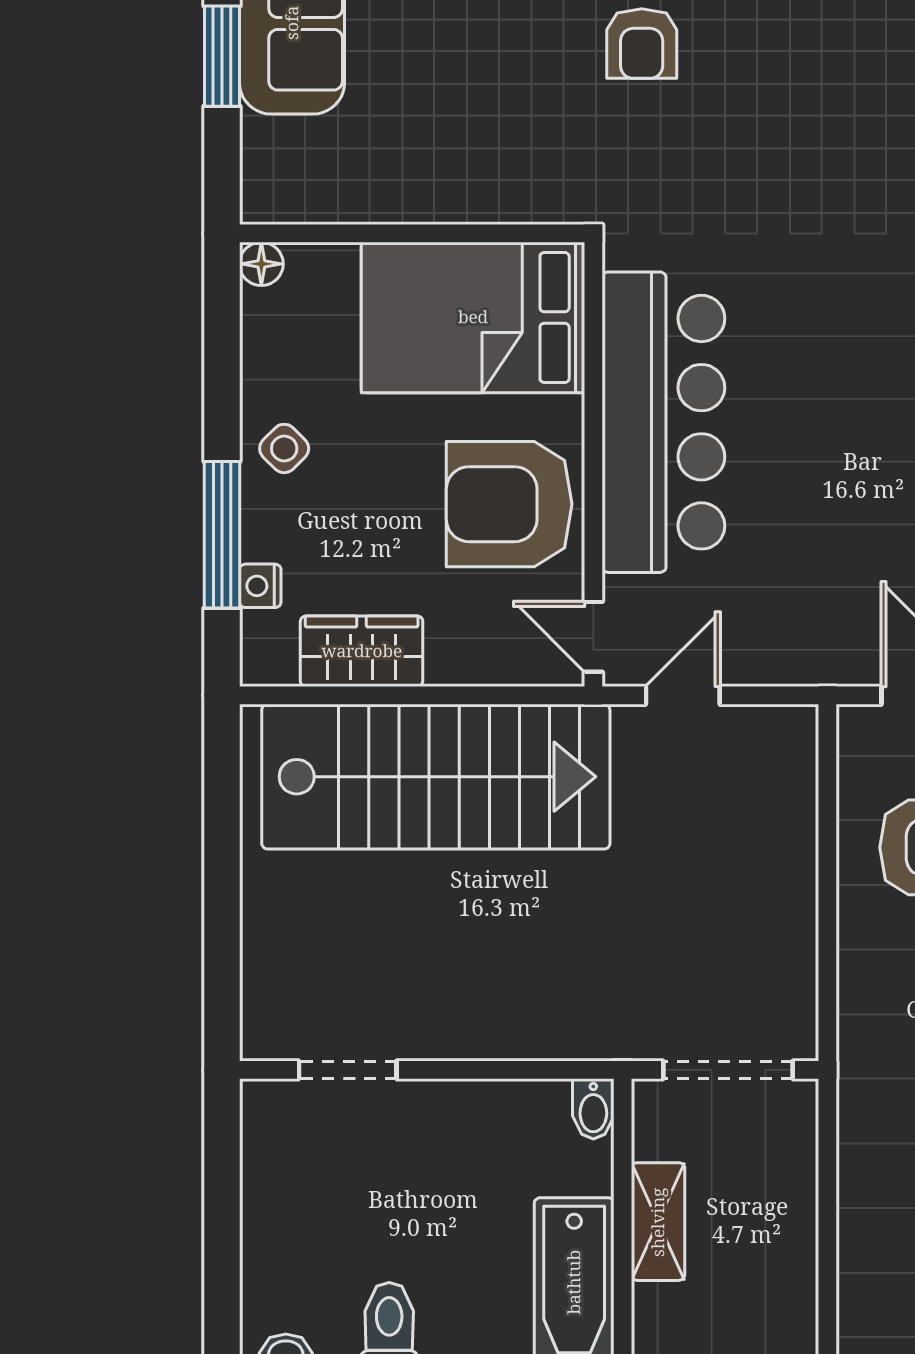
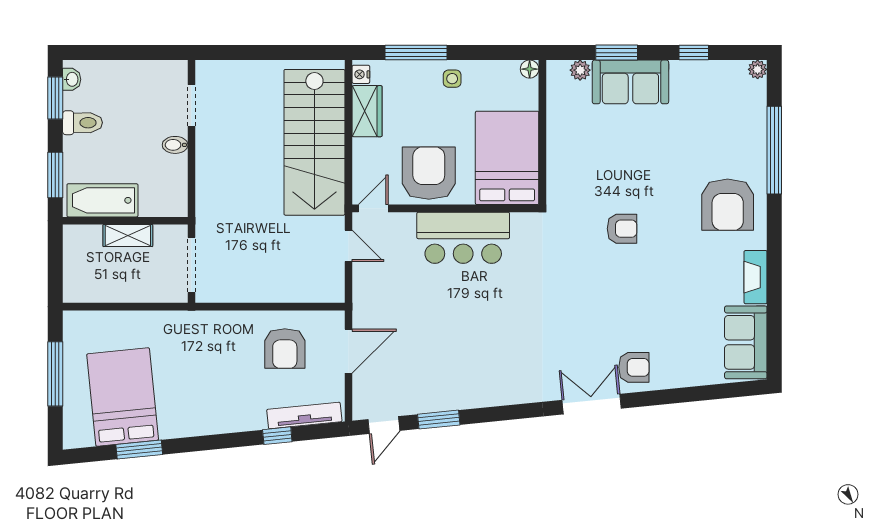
armchair: (642, 44) -> (622, 229), turned 180
plant: (264, 143) -> (580, 70), added
bar counter: (663, 422) -> (463, 238), width x0.73
side table: (284, 448) -> (452, 79), turned 45
nightstand: (260, 586) -> (361, 74), moved, turned -90
bidet: (593, 1109) -> (175, 145), moved

